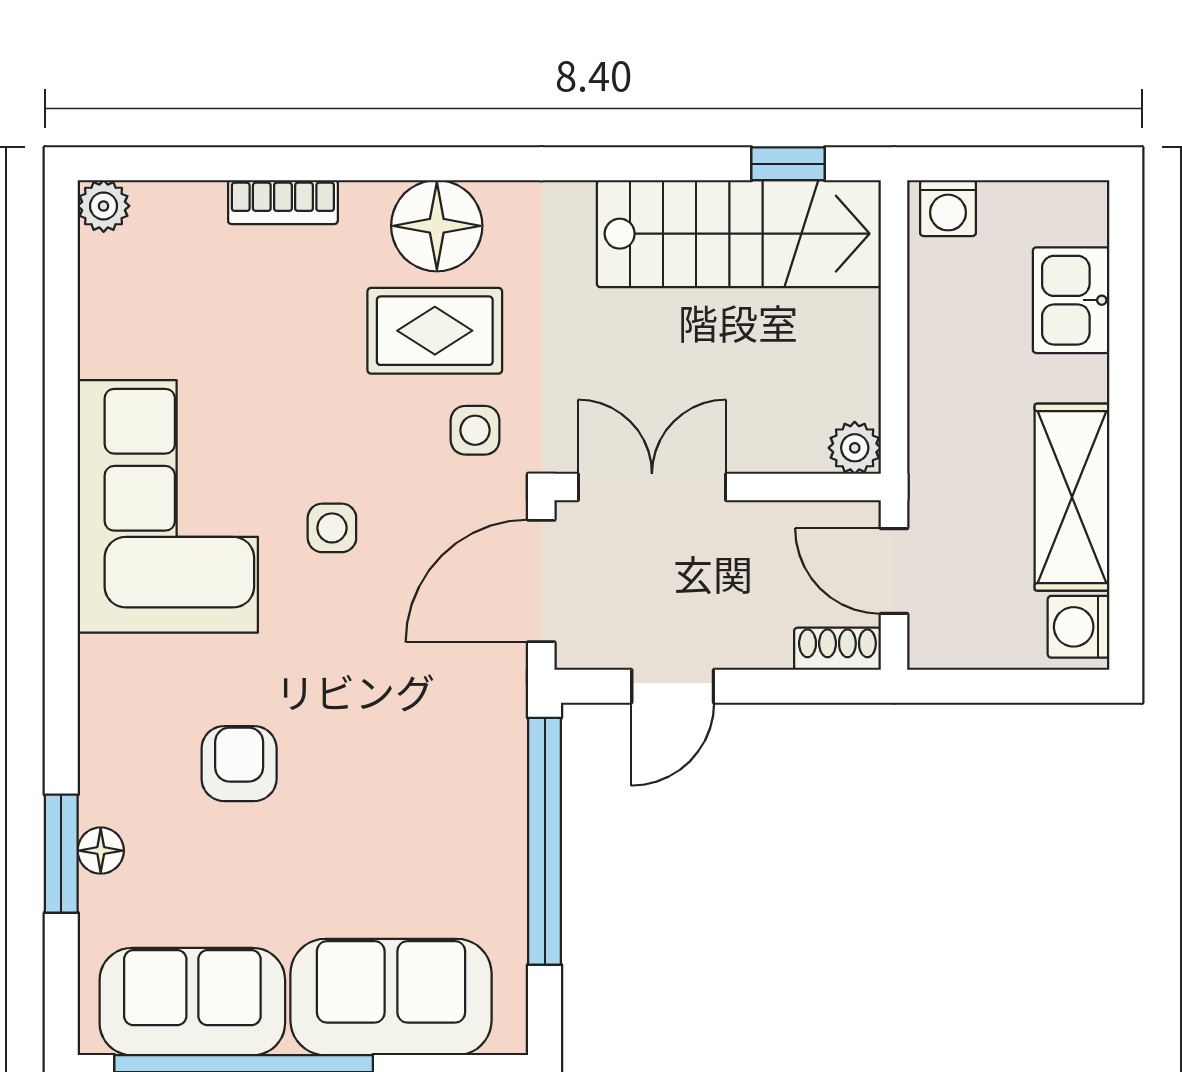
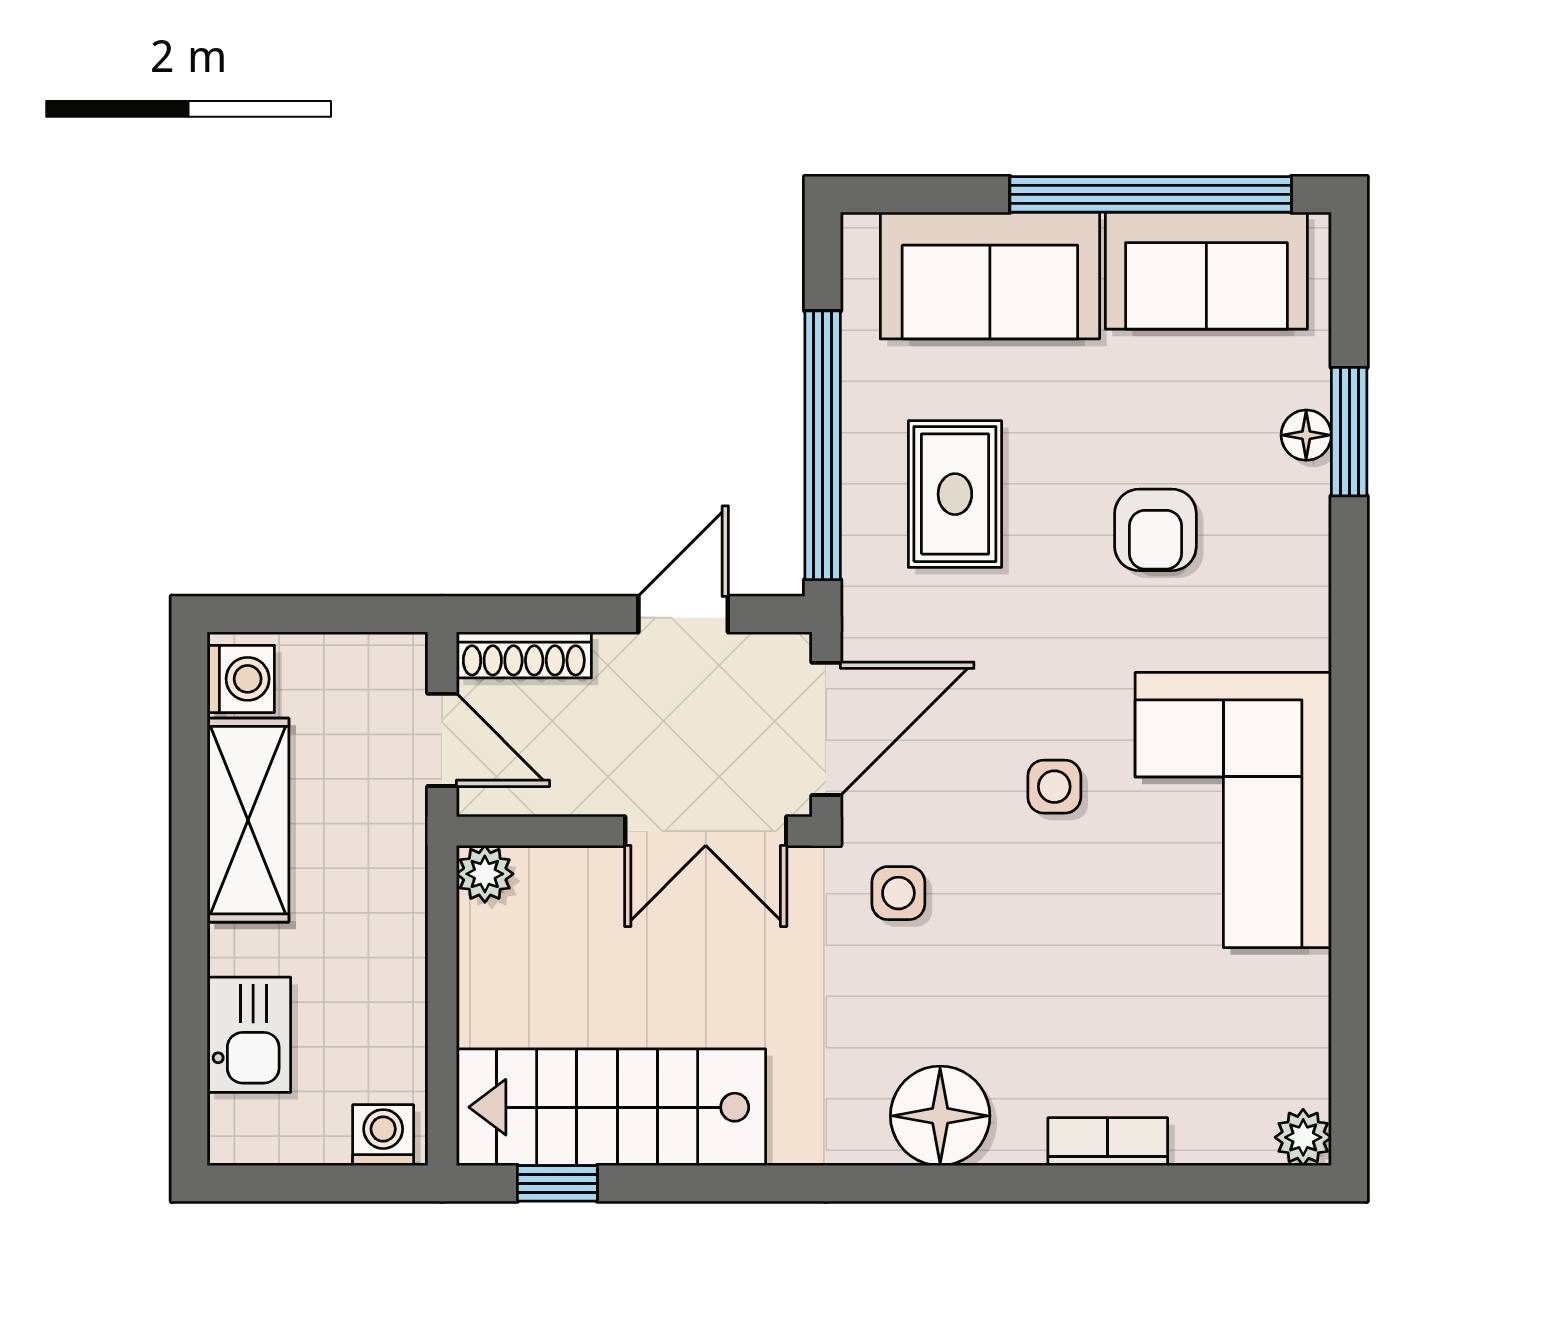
rug: (435, 331) -> (955, 494), moved, turned 90
shoe rack: (837, 649) -> (524, 655), width x1.43

